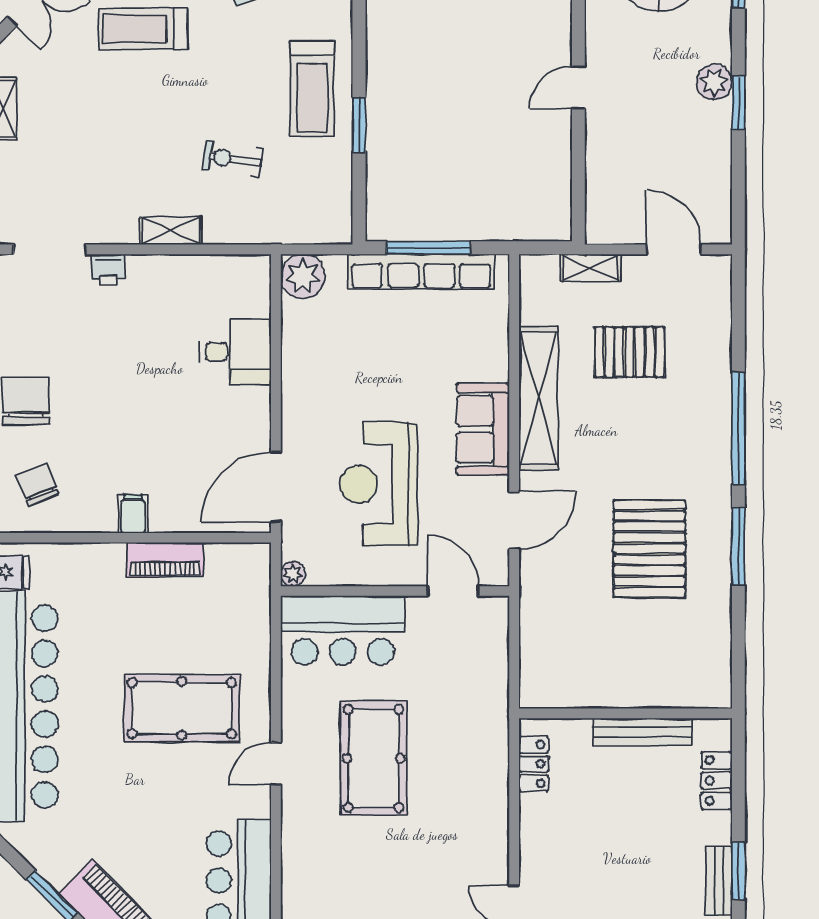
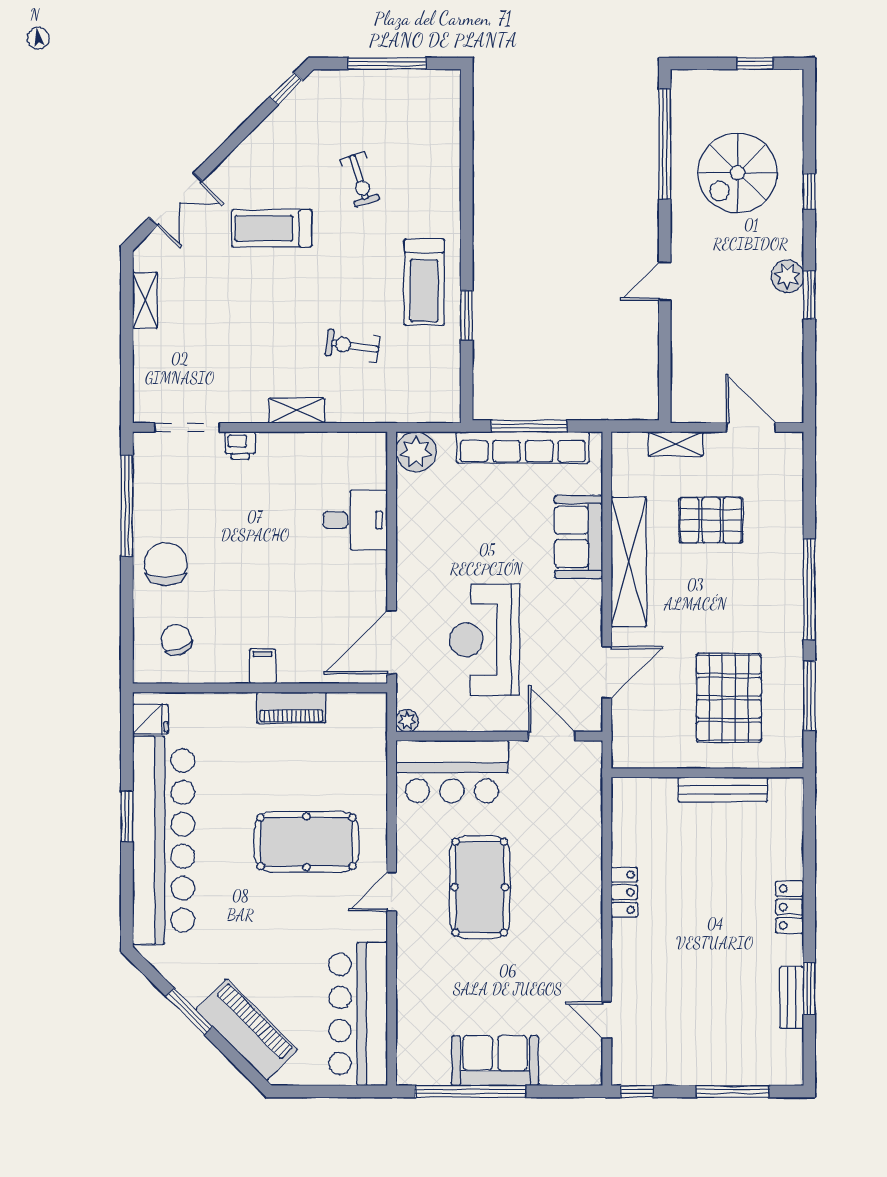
sofa: (483, 429) -> (579, 537), moved
wall: (625, 713) -> (707, 773), moved
bench: (643, 732) -> (723, 790), moved

